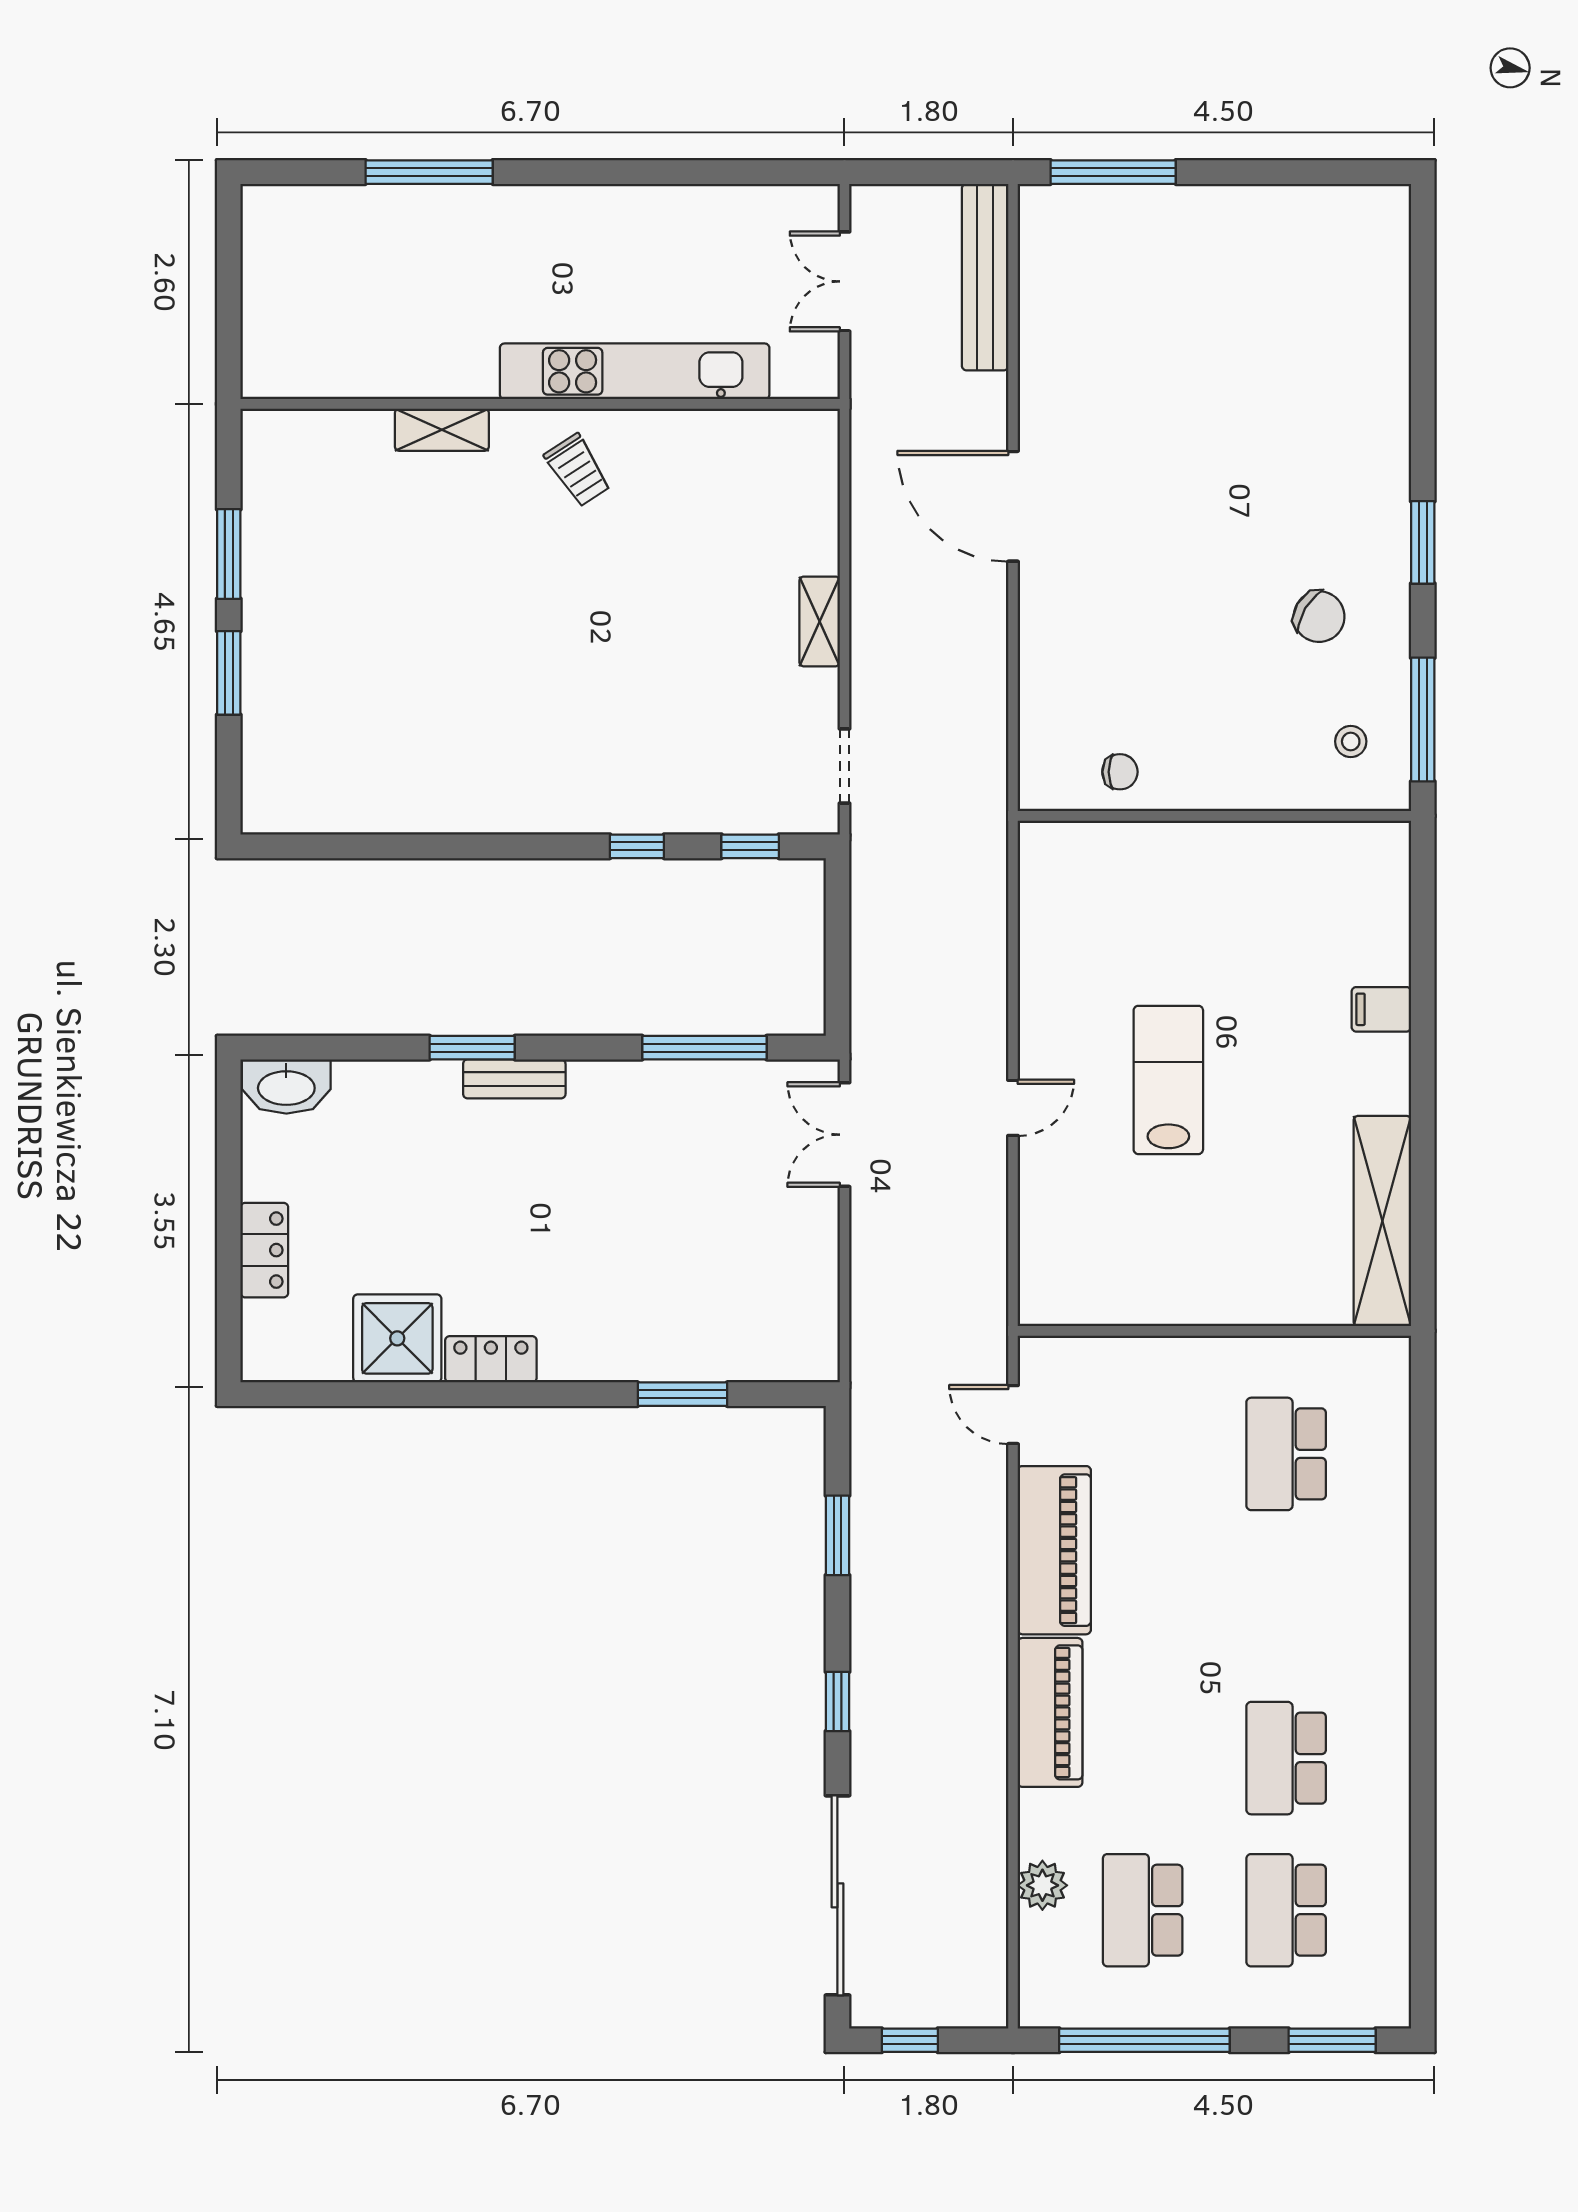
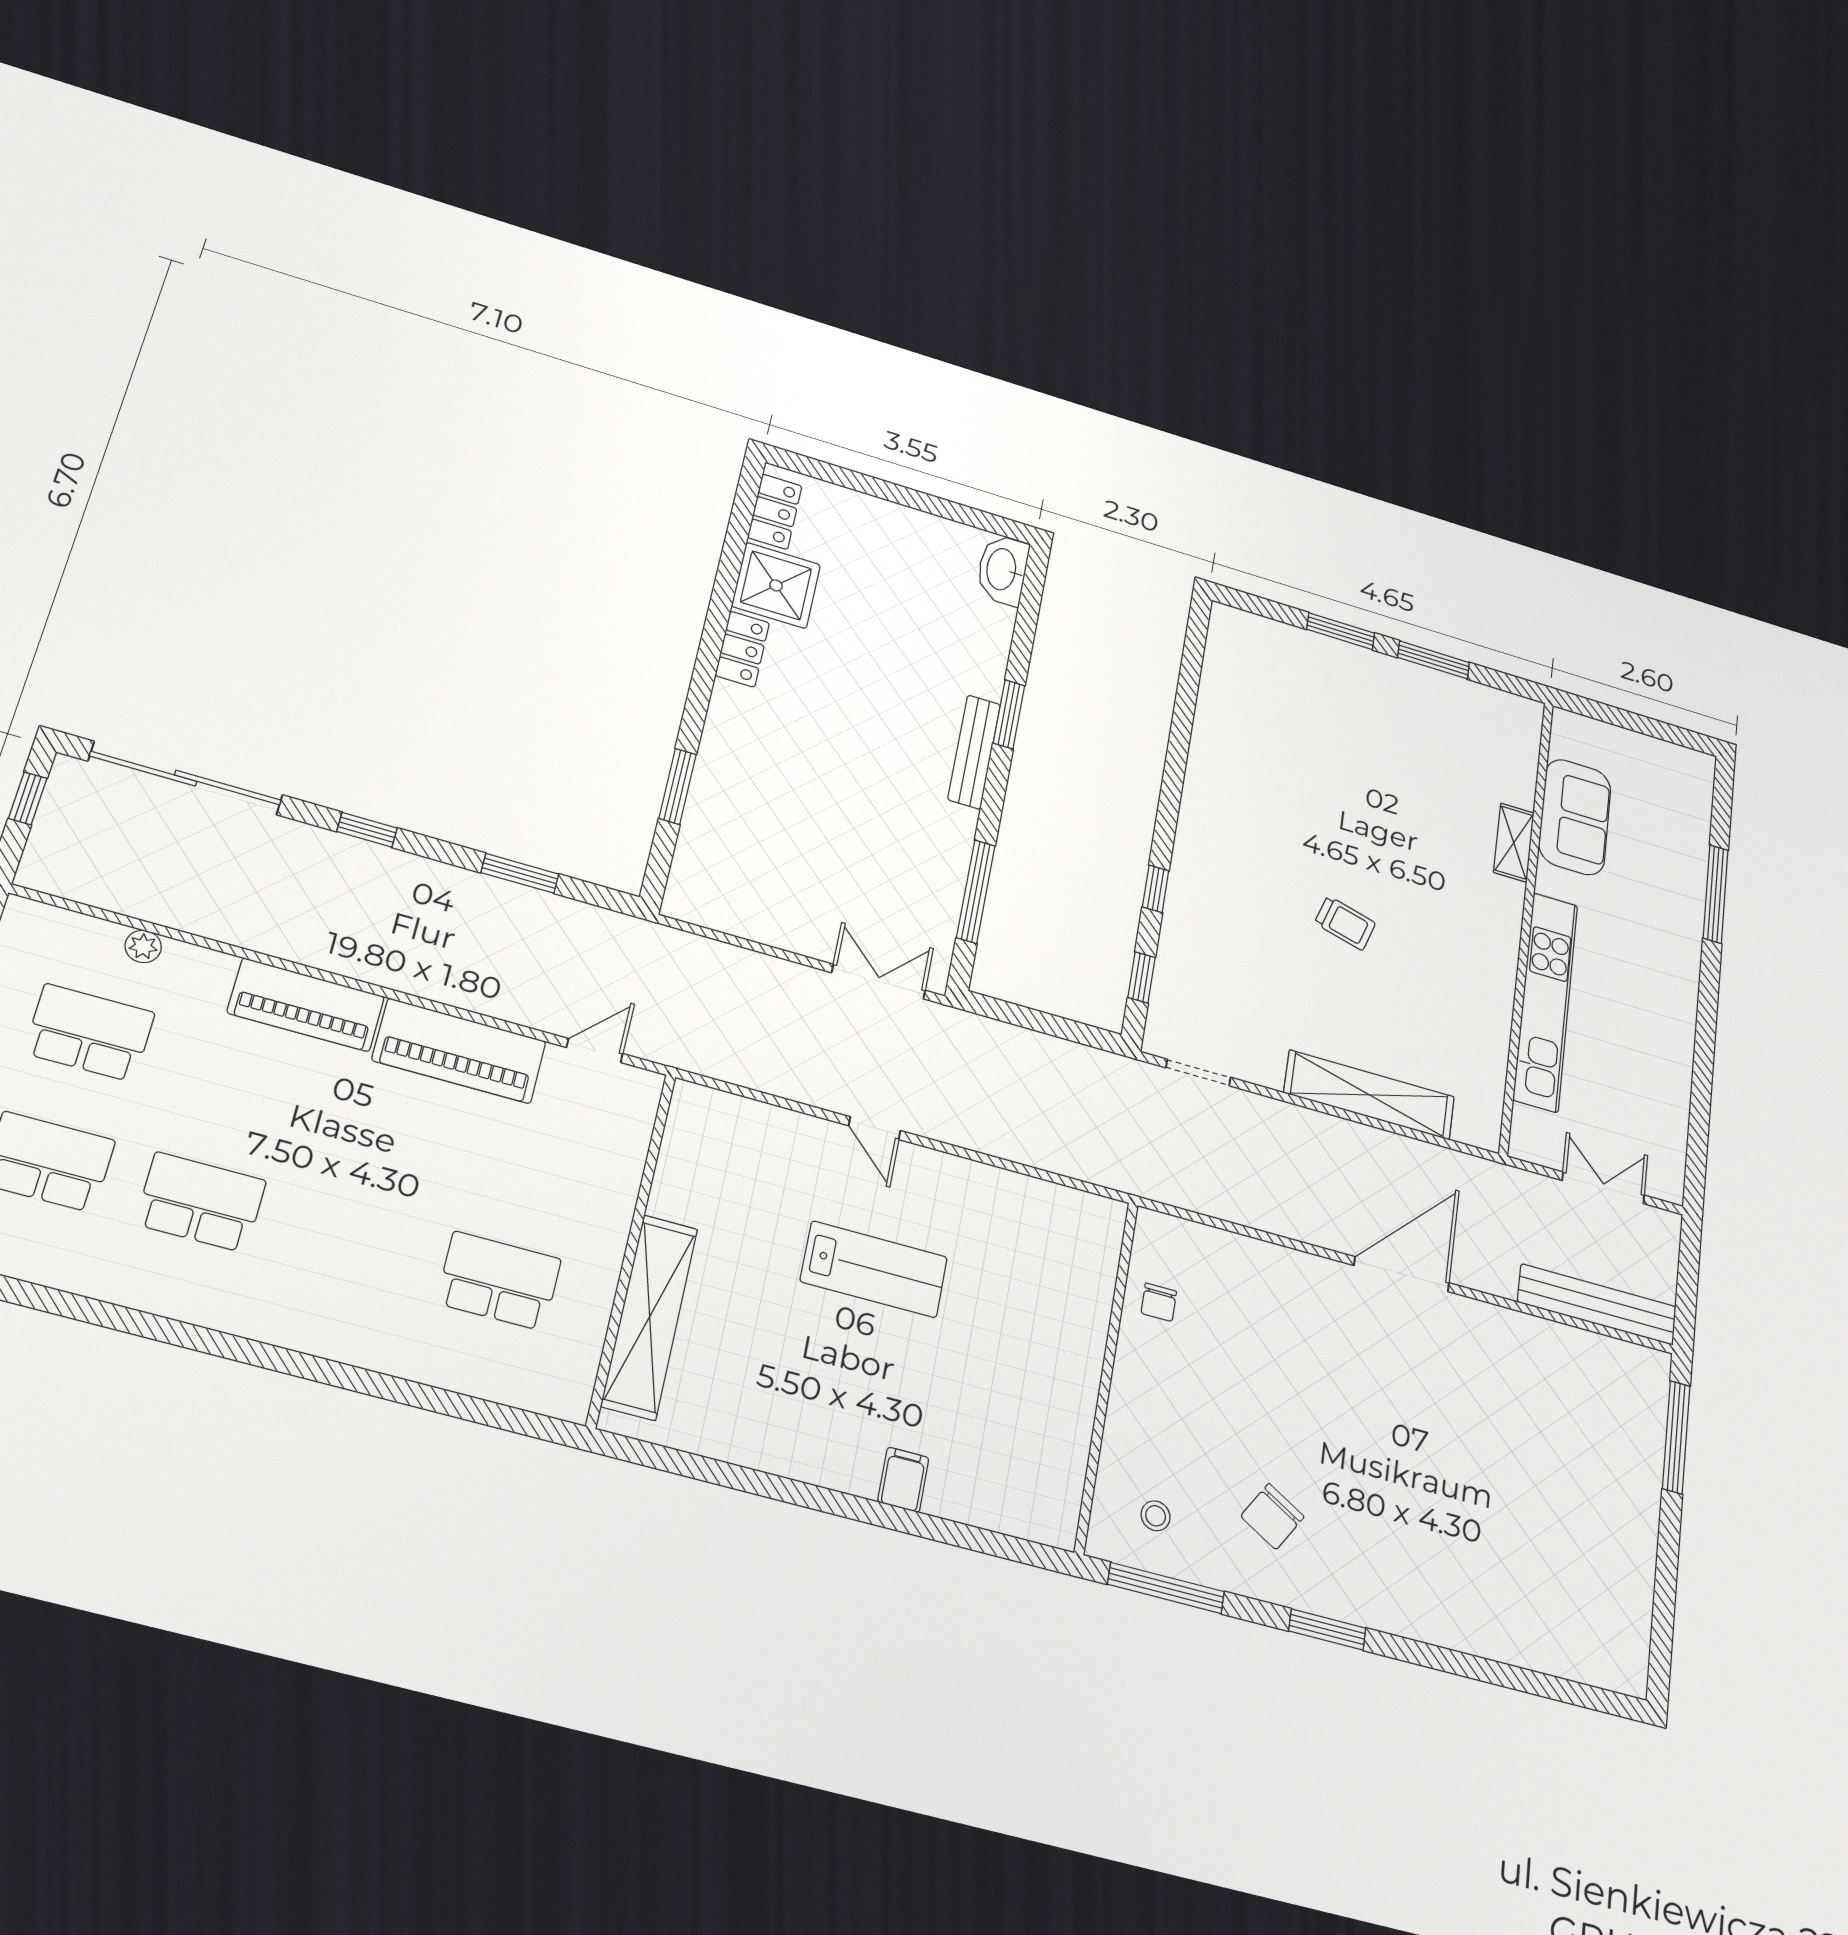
sofa: (383, 357) -> (1575, 817), added
trolley: (578, 470) -> (1345, 923), moved, turned -131
shelving: (820, 621) -> (1369, 1095), width x2.20, depth x1.33
bench: (514, 1079) -> (974, 752), width x1.36
shelving: (1382, 1221) -> (650, 1317), moved, turned 90
locker: (264, 1250) -> (775, 512), moved, turned -90
plant: (1042, 1885) -> (143, 946), width x0.73, depth x0.73

